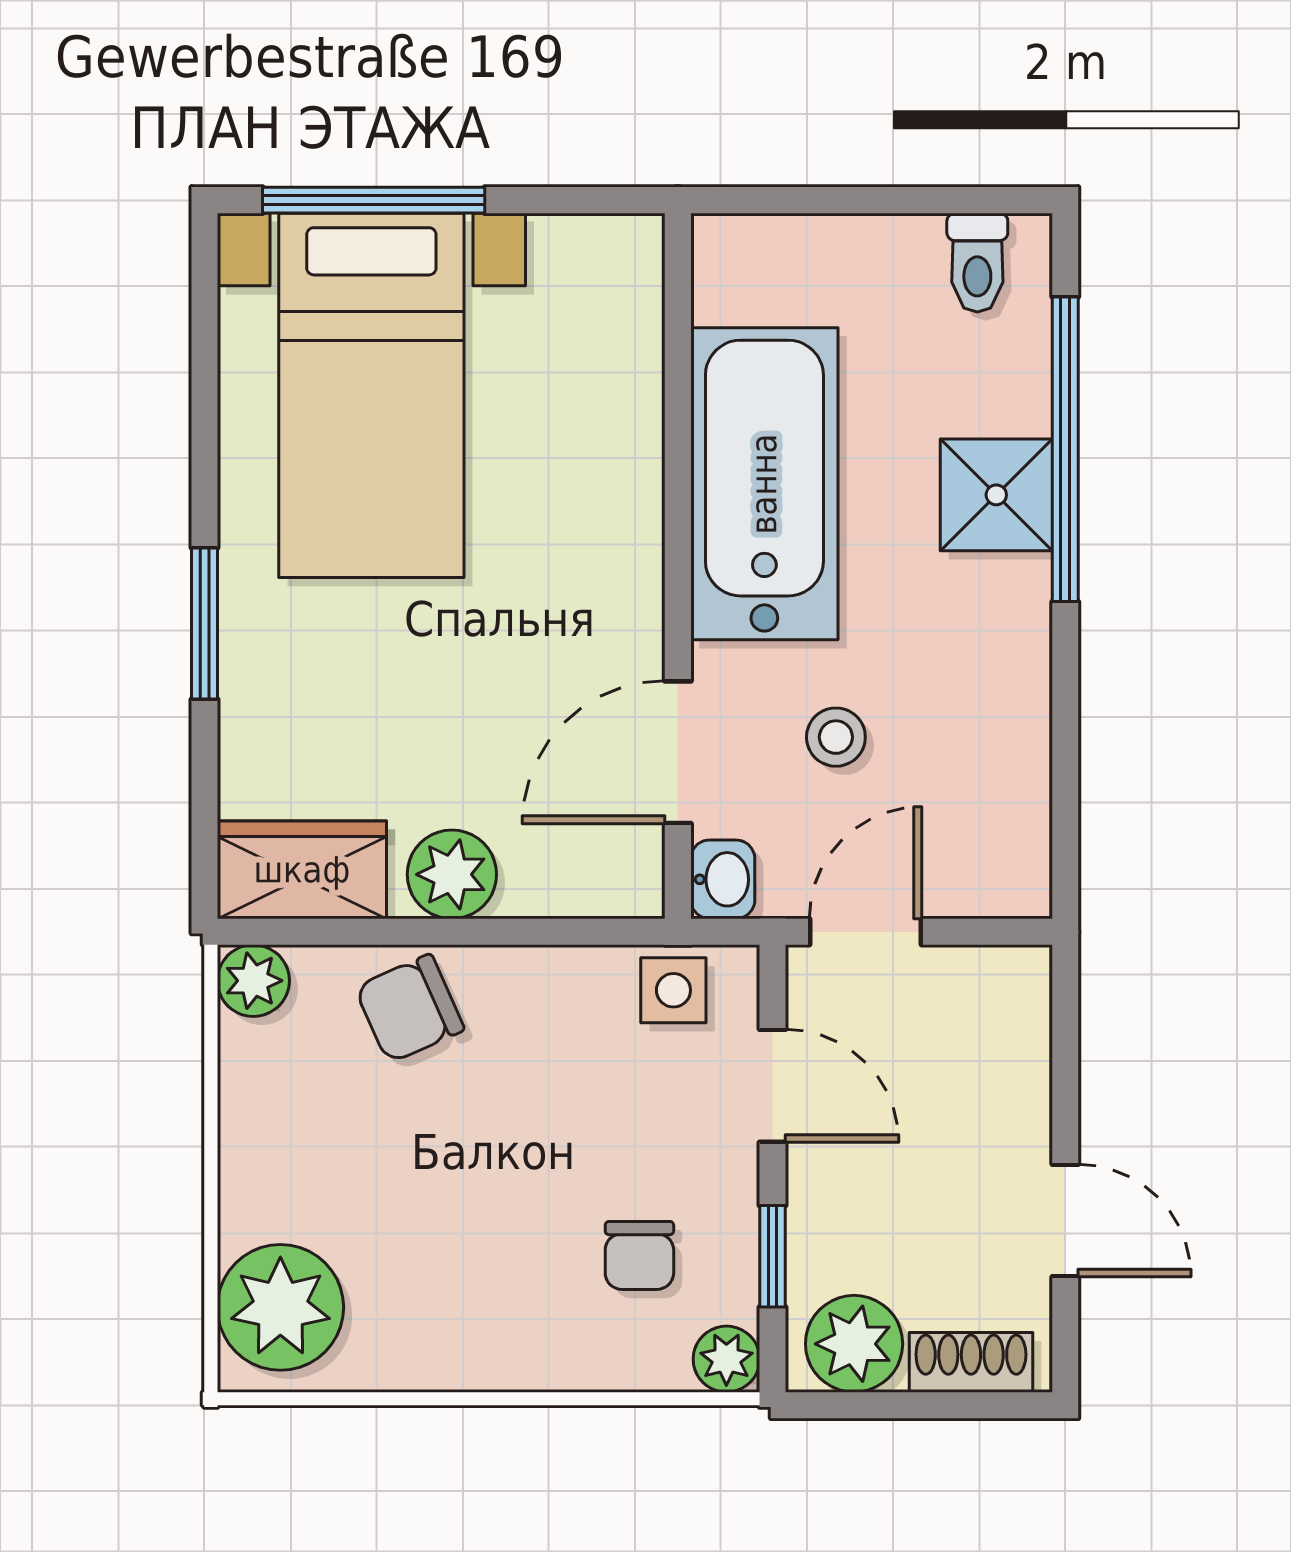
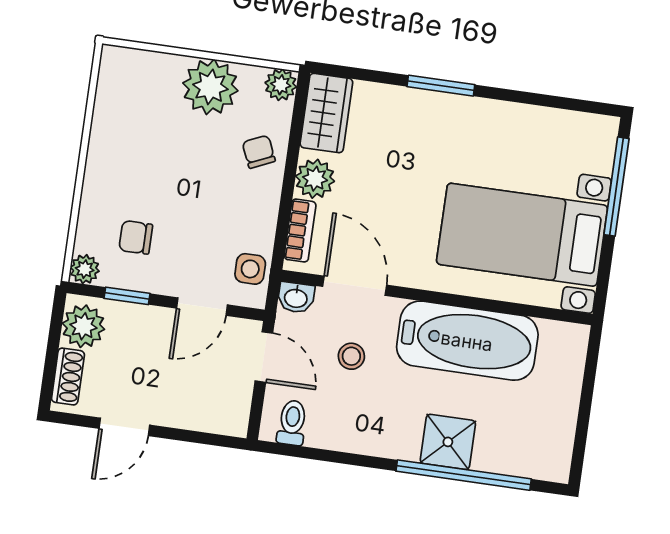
toilet: (977, 263) -> (292, 423), moved, turned 90
bed with nightstands: (371, 395) -> (522, 235), moved
bookcase: (572, 891) -> (300, 231), added
chair: (410, 1008) -> (259, 152), width x0.73, depth x0.73
plant: (280, 1307) -> (210, 87), moved

